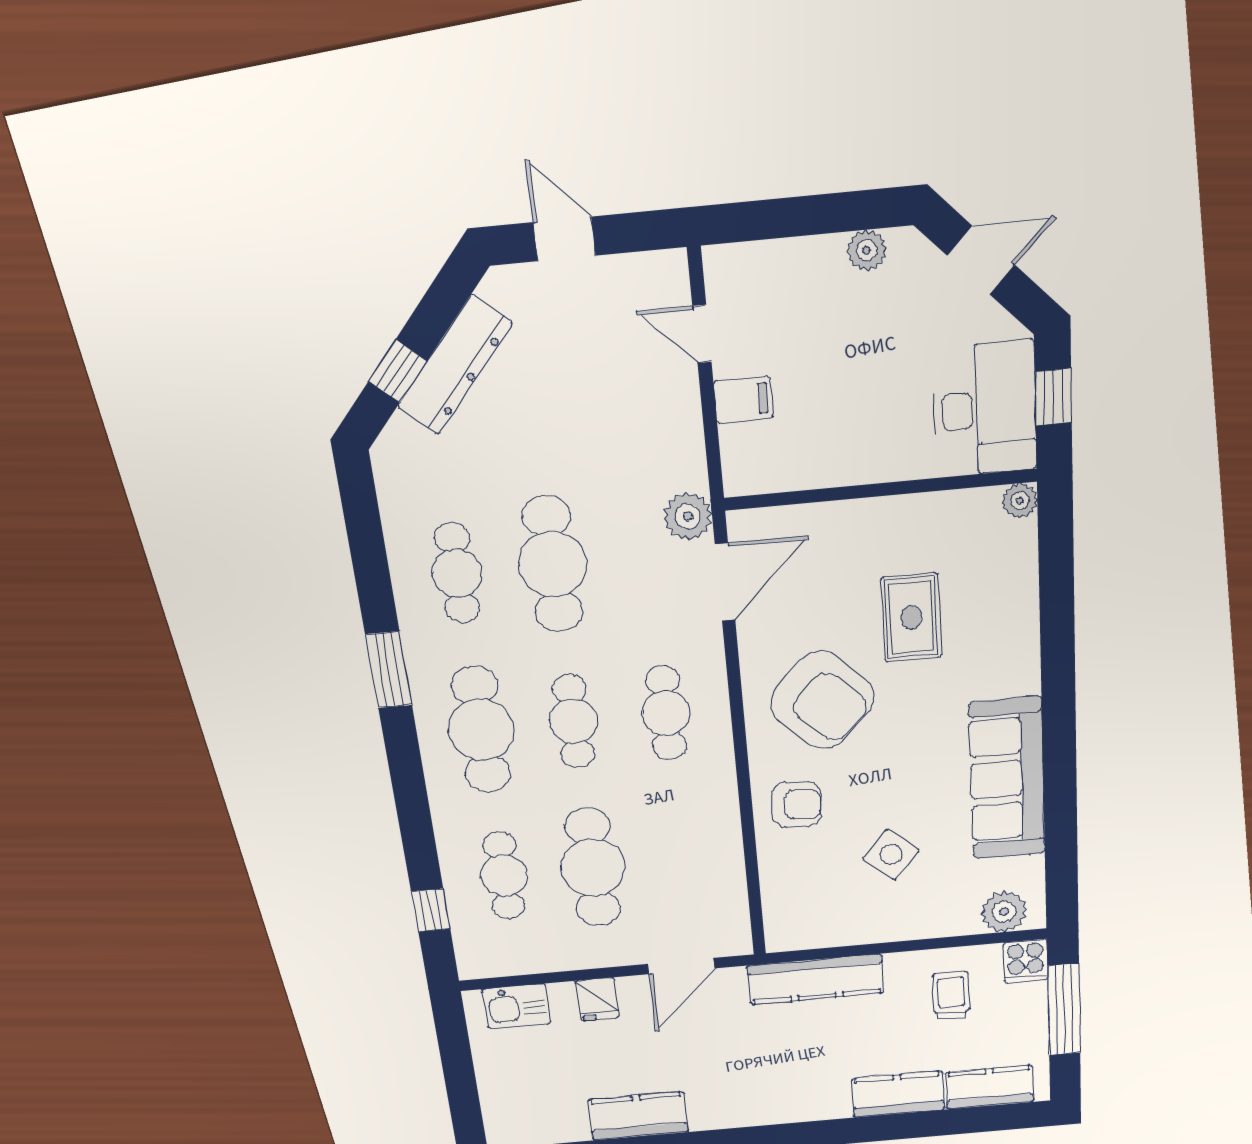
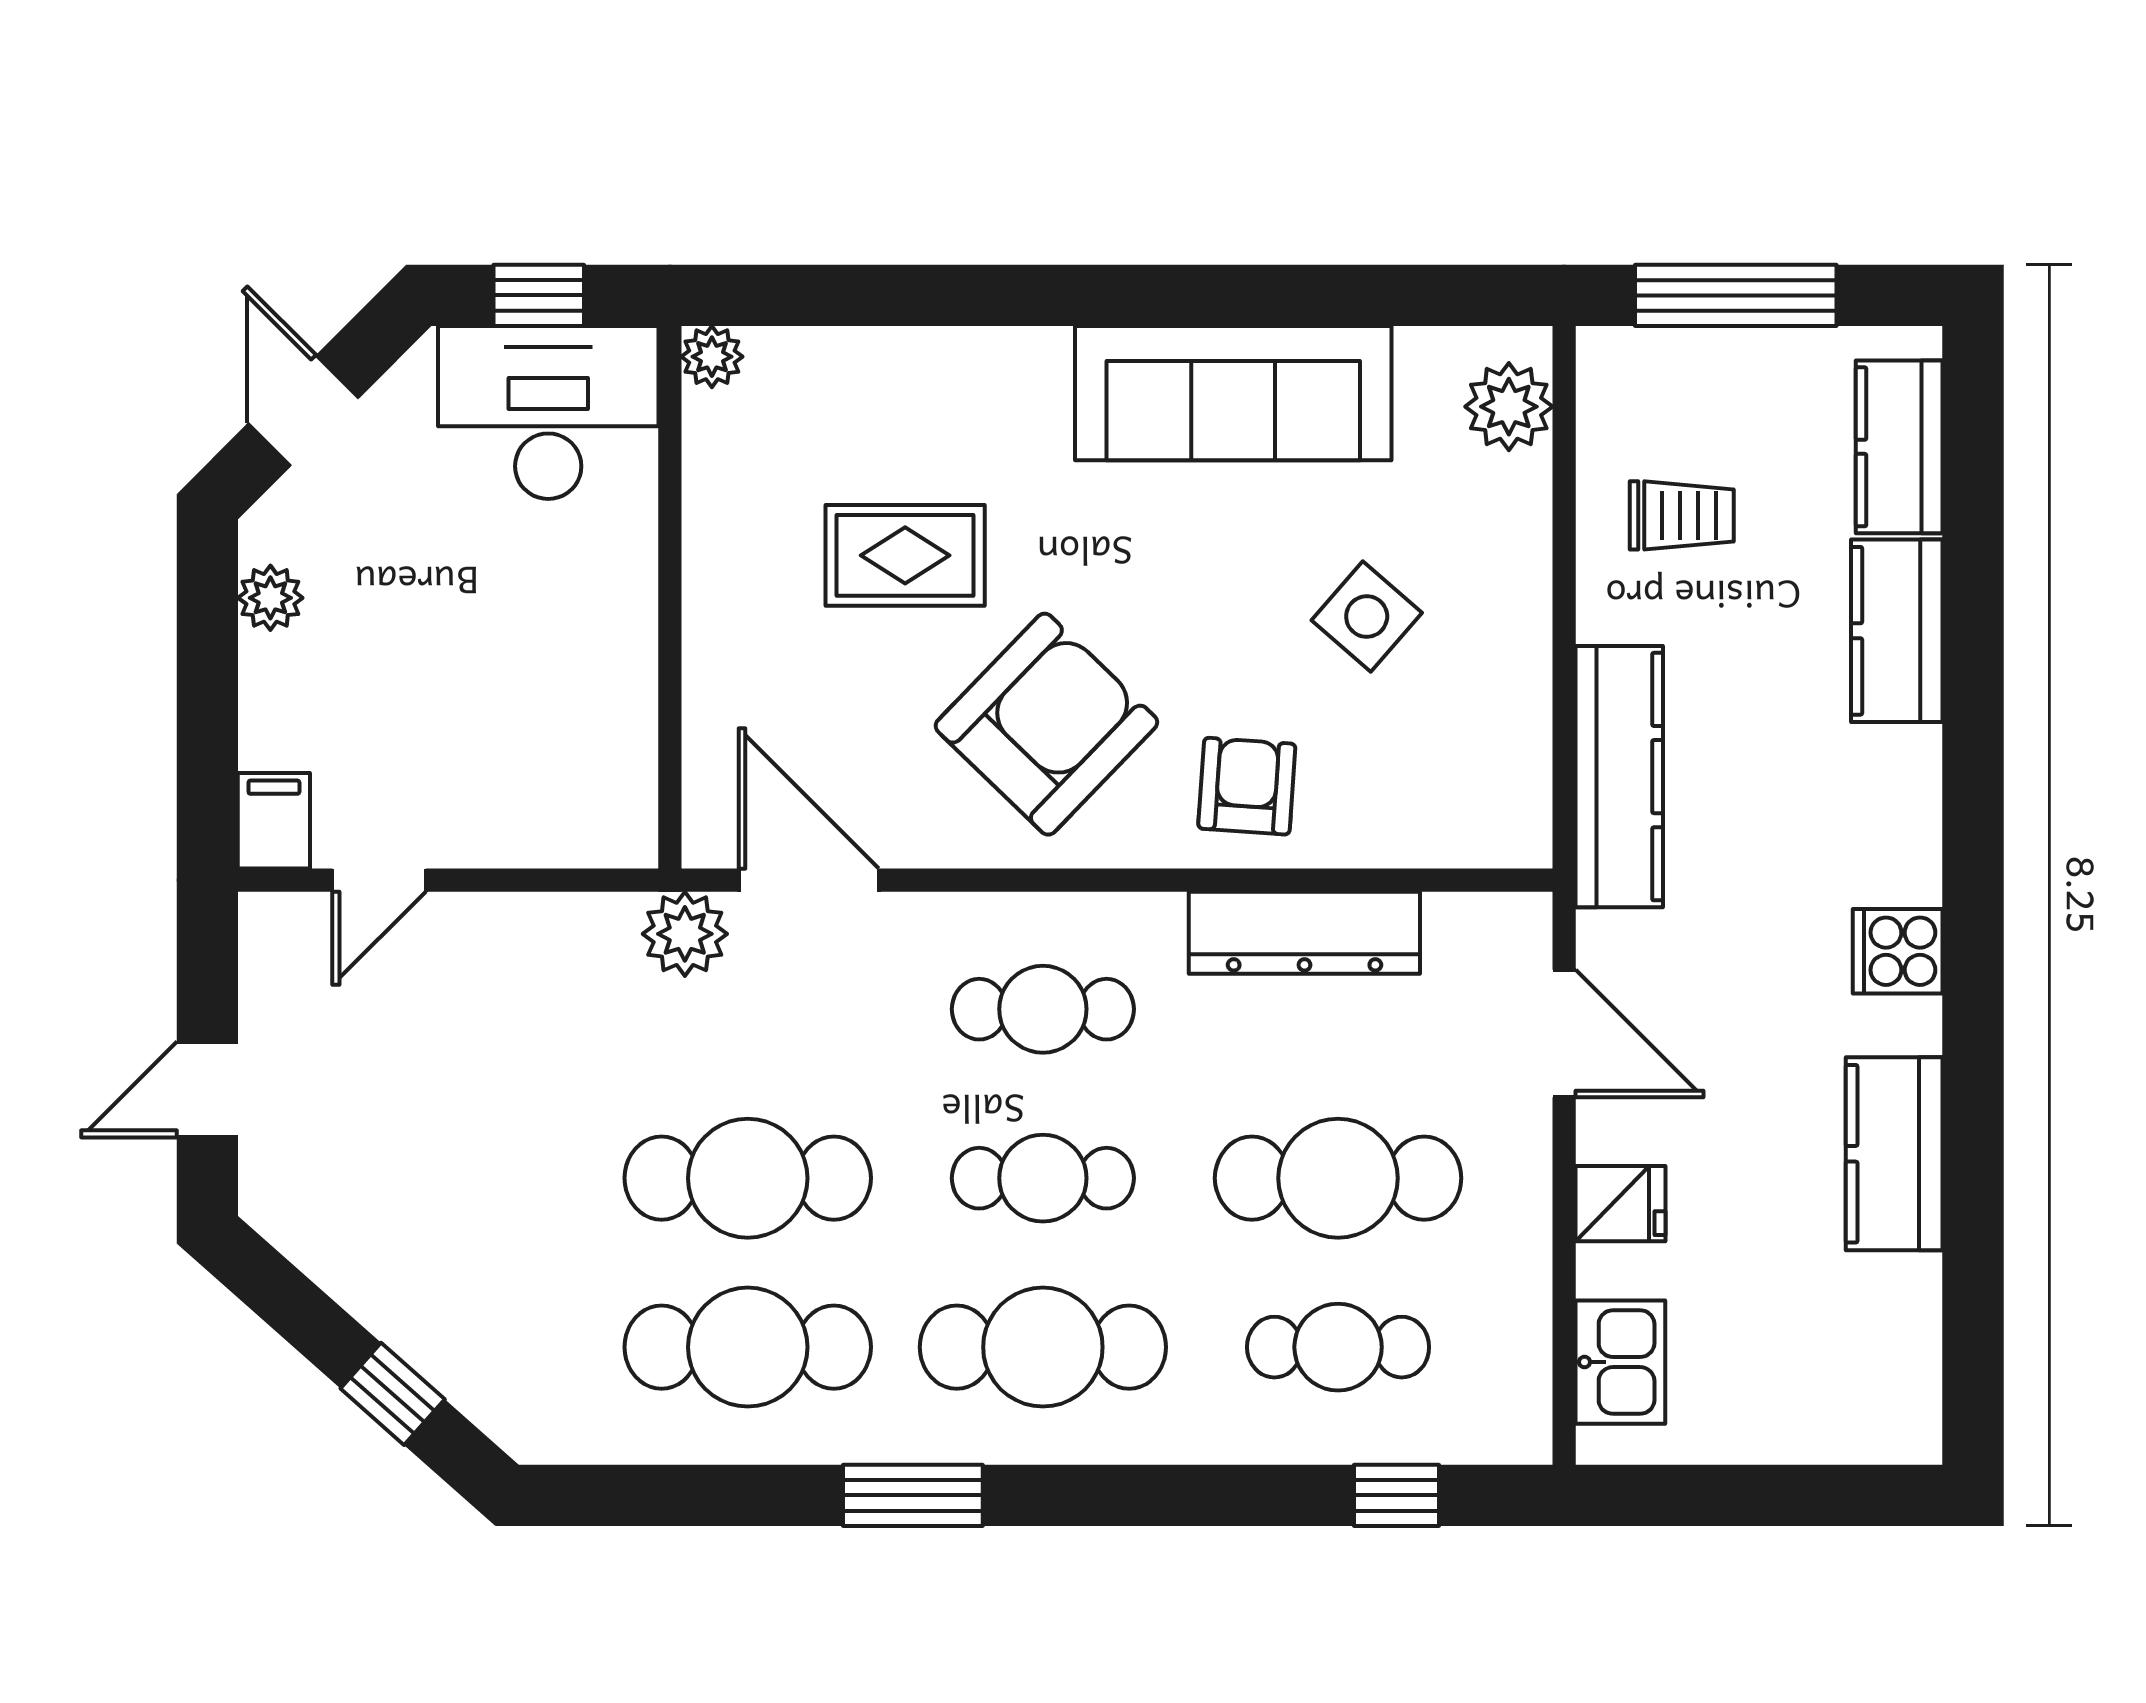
dresser: (455, 365) -> (1304, 933), moved, turned 138
filing cabinet: (743, 400) -> (274, 821), moved
cafe table: (457, 573) -> (748, 1347), width x1.37, depth x1.35
cooker: (1025, 961) -> (1898, 951), moved, turned 180
trolley: (951, 996) -> (1682, 515), turned 180

